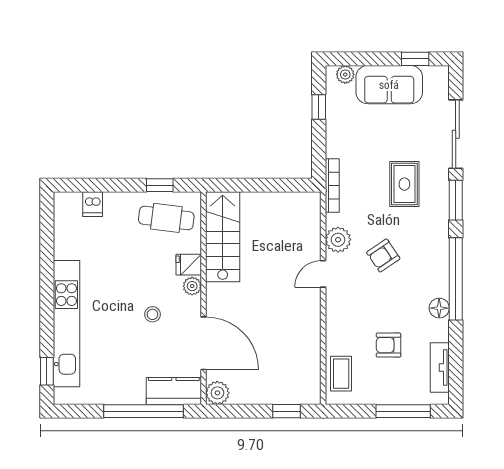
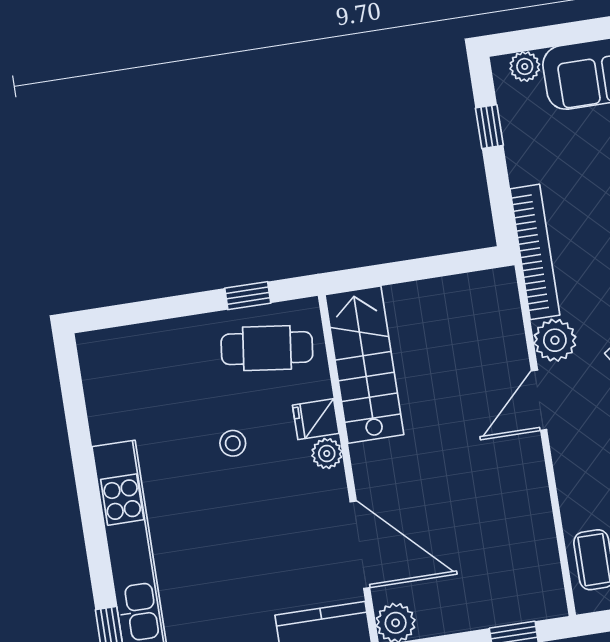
bookcase: (332, 185) -> (535, 252), width x1.48, depth x1.31
dishwasher: (93, 204) -> (142, 344), removed
door: (323, 274) -> (539, 400), width x1.38
stool: (152, 314) -> (233, 443), moved

